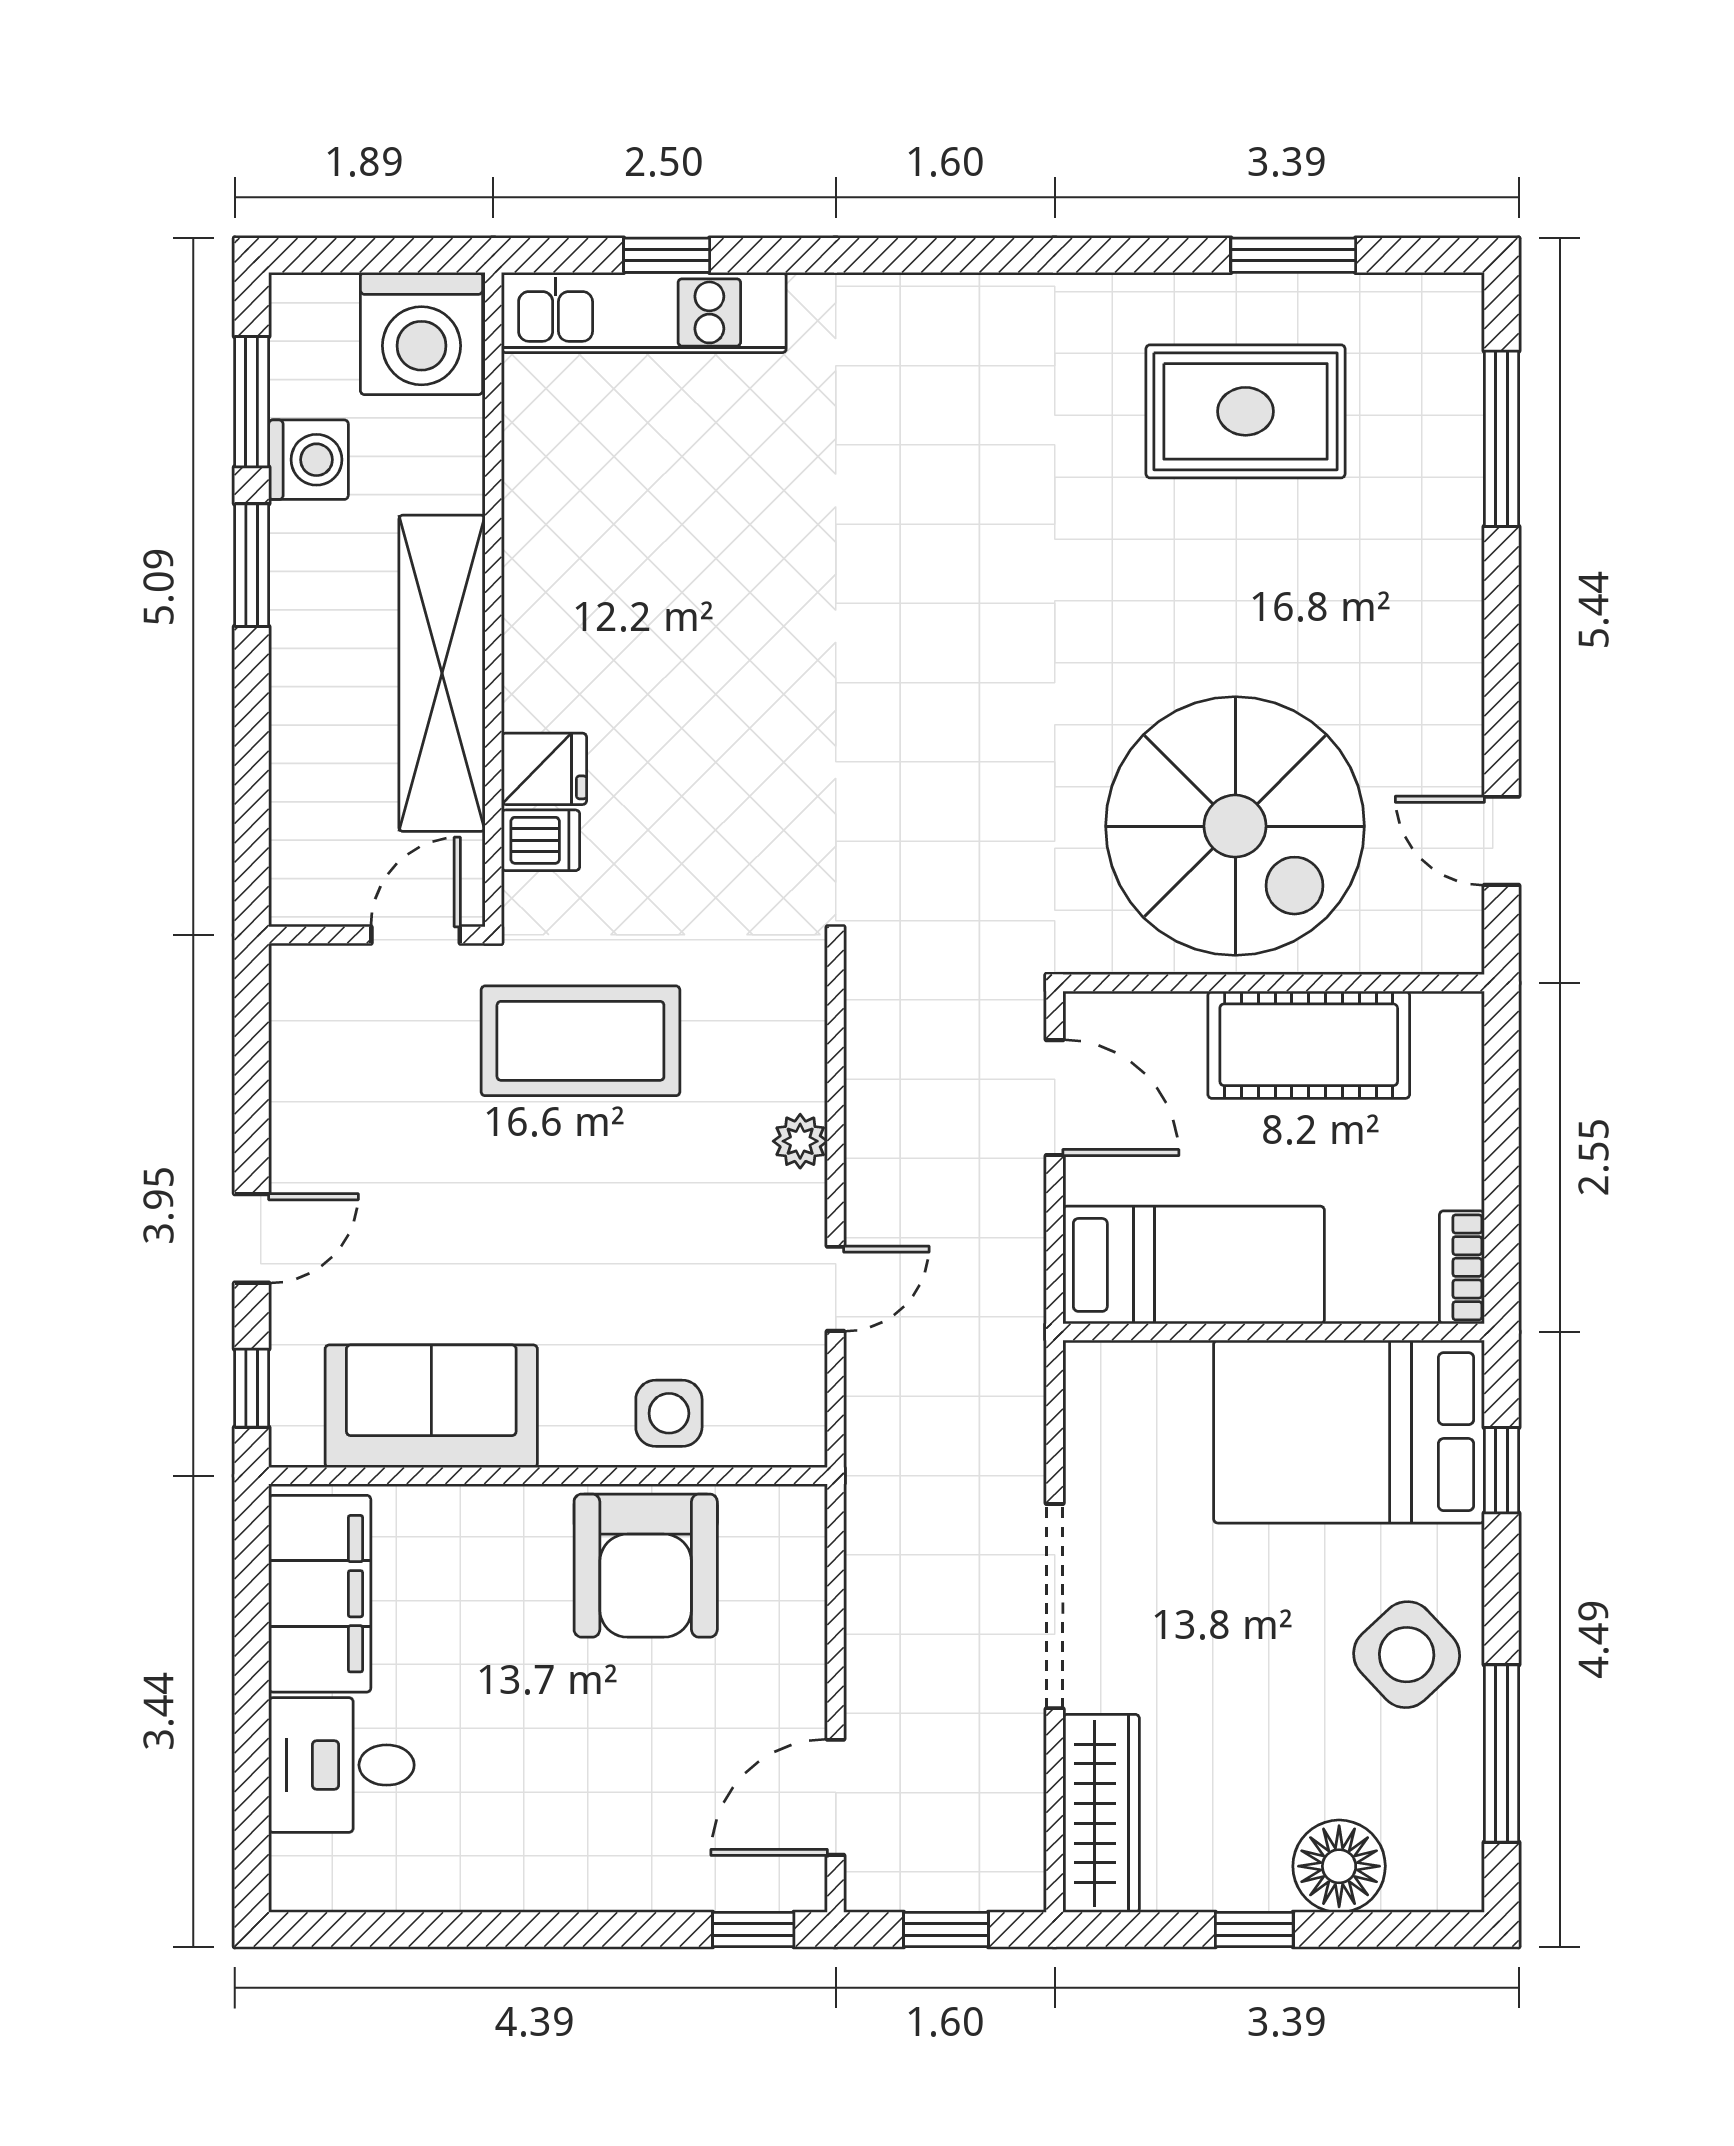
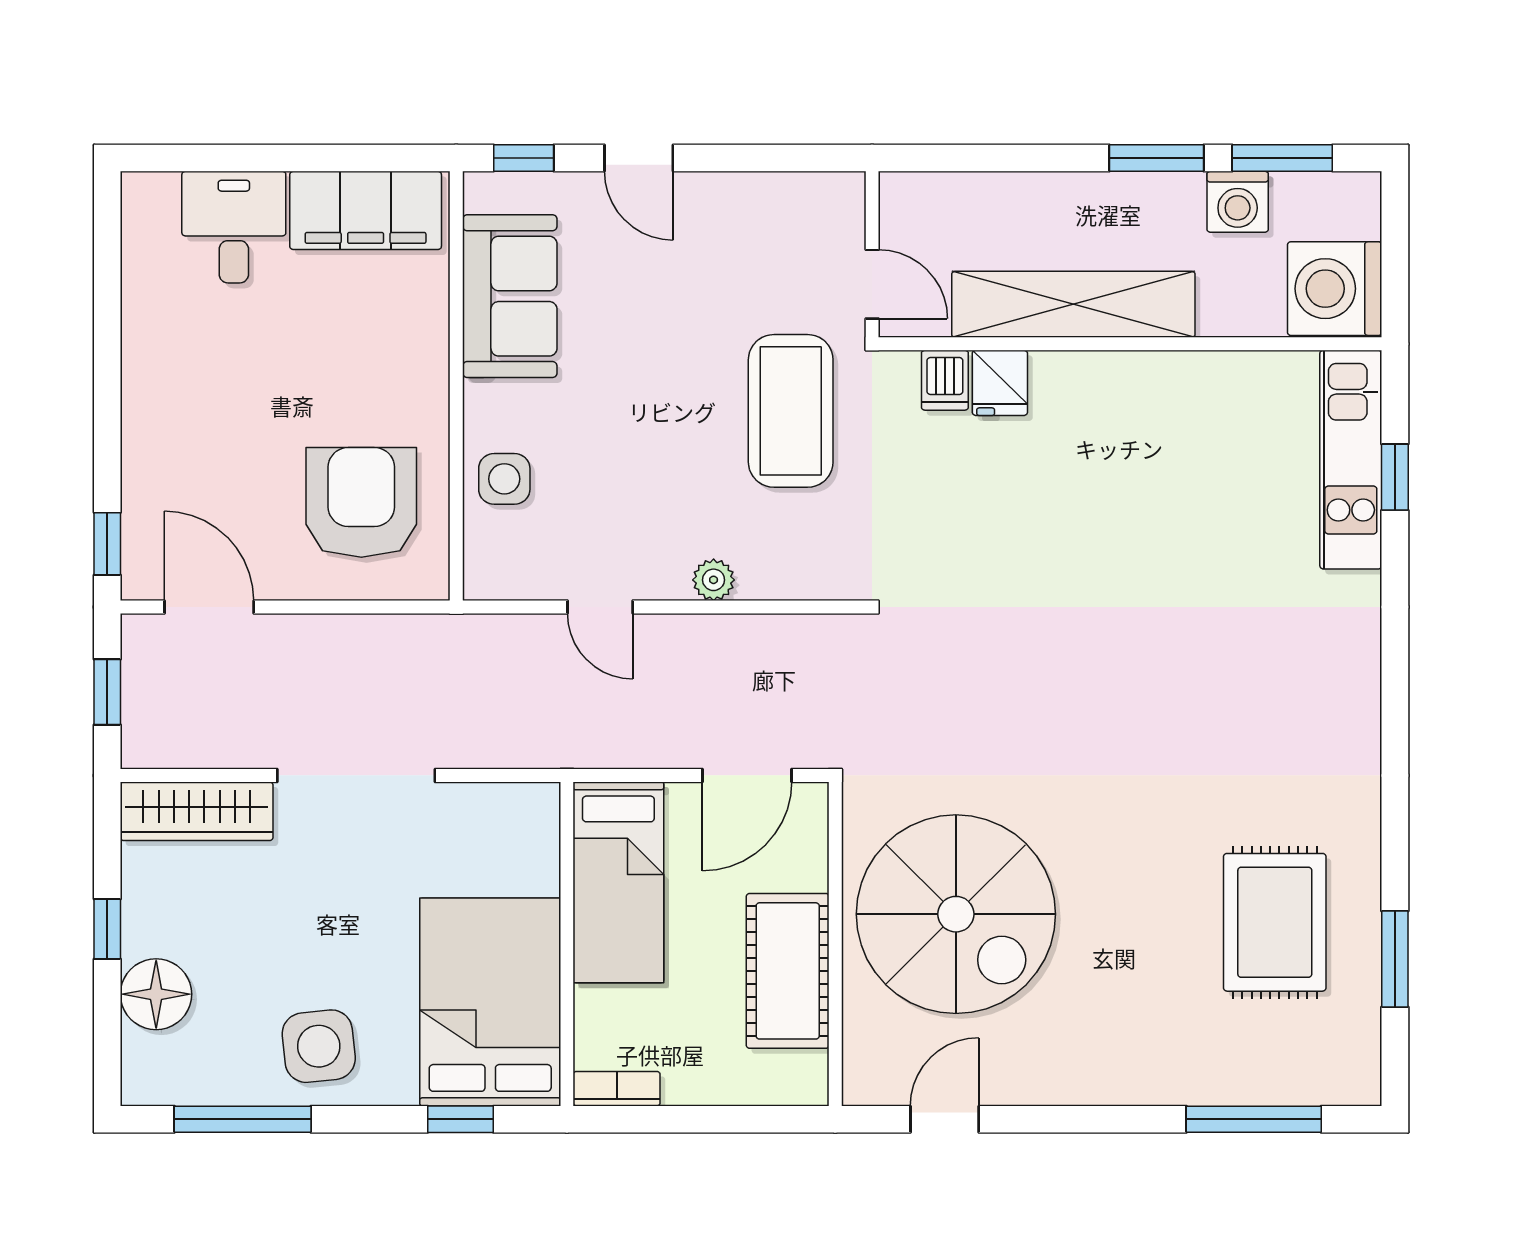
spiral stairs: (1235, 826) -> (956, 914), turned -90
armchair: (646, 1566) -> (361, 502), moved, turned 90
side table: (1407, 1655) -> (319, 1046), turned 37

